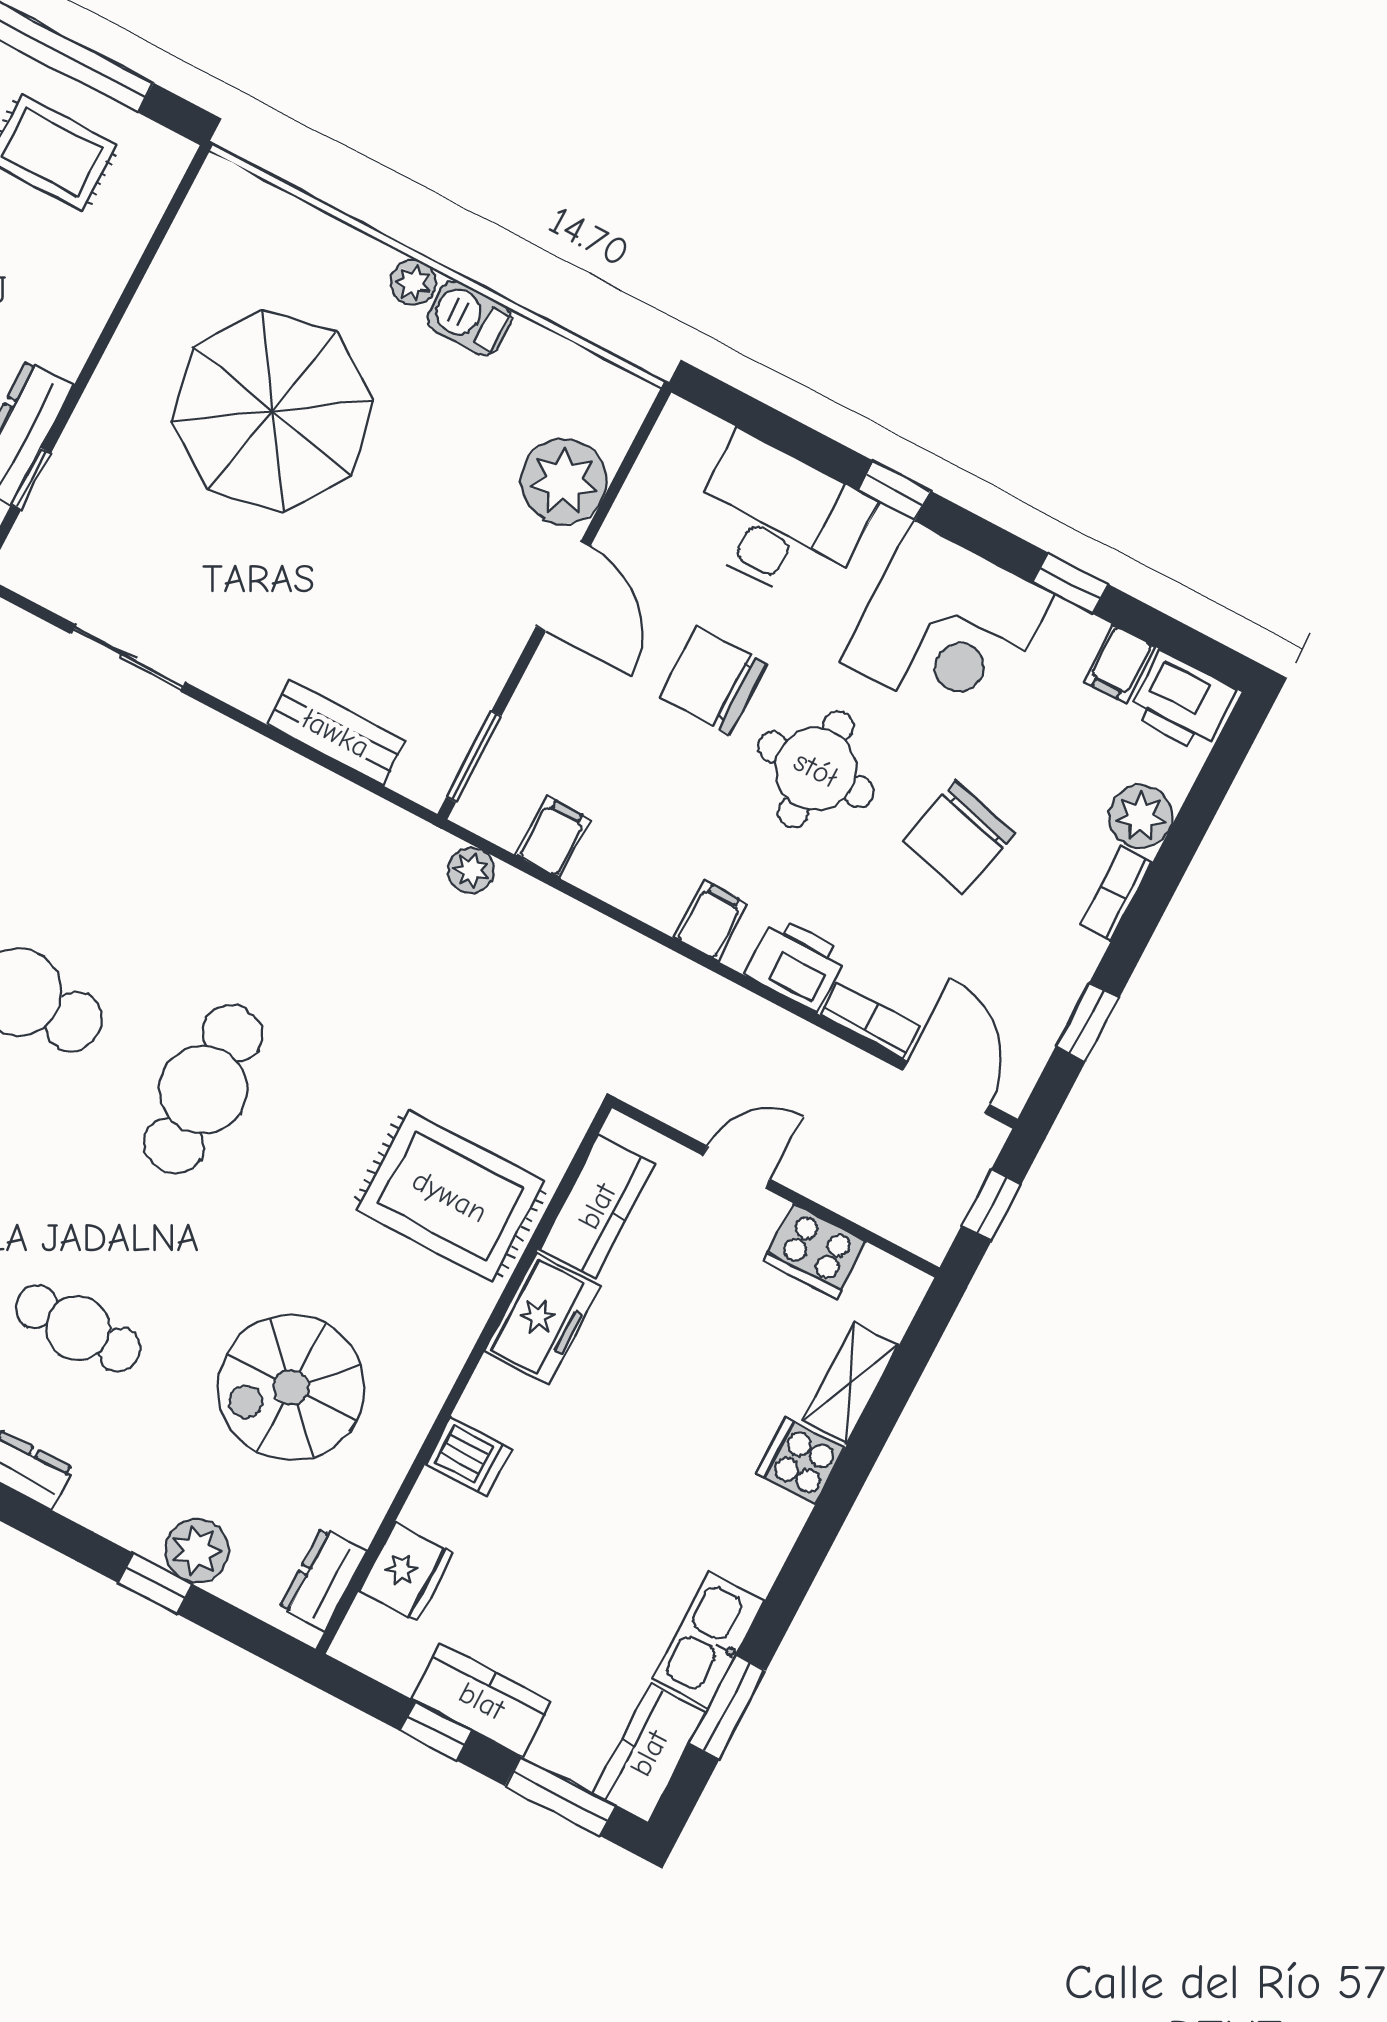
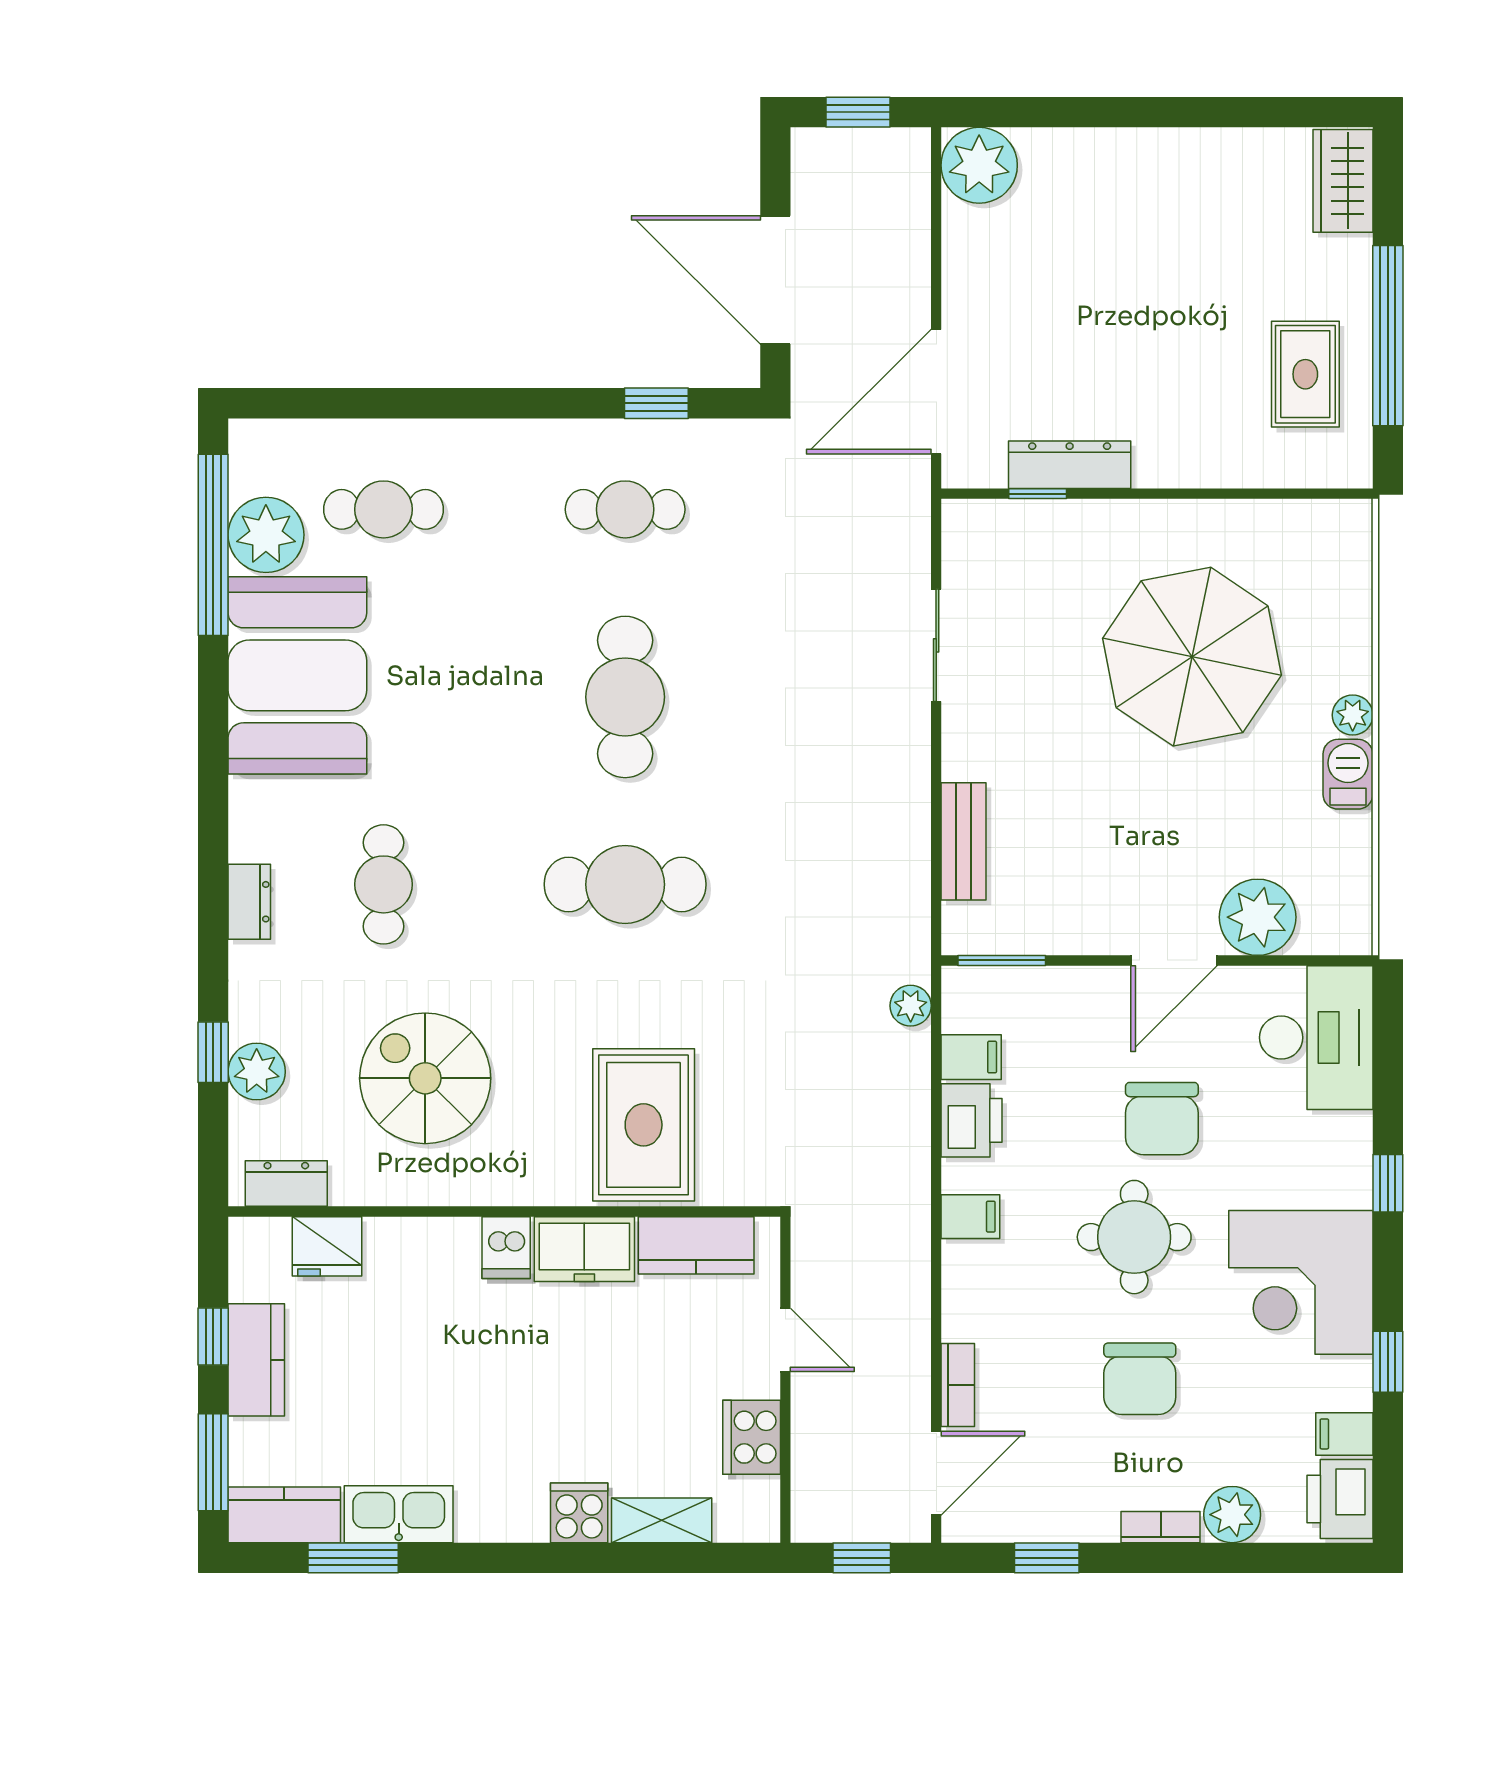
desk: (779, 520) -> (1316, 1038), moved
chair: (713, 680) -> (1162, 1119), turned 180
chair: (959, 837) -> (1140, 1379), turned -104
printer: (796, 964) -> (972, 1120), moved
dishwasher: (468, 1456) -> (506, 1248), moved

